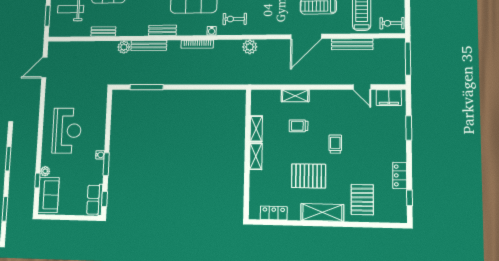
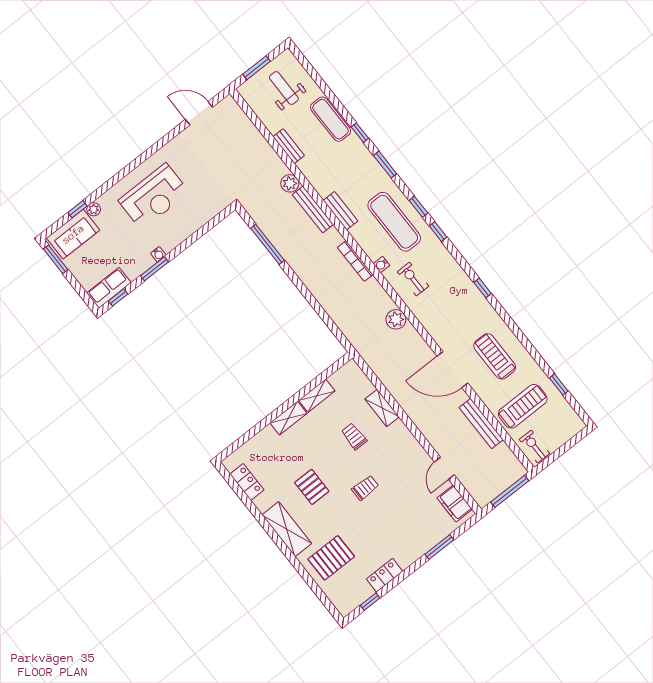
pallet: (309, 176) -> (312, 487), width x0.67, depth x0.71
window: (54, 217) -> (56, 259), added

